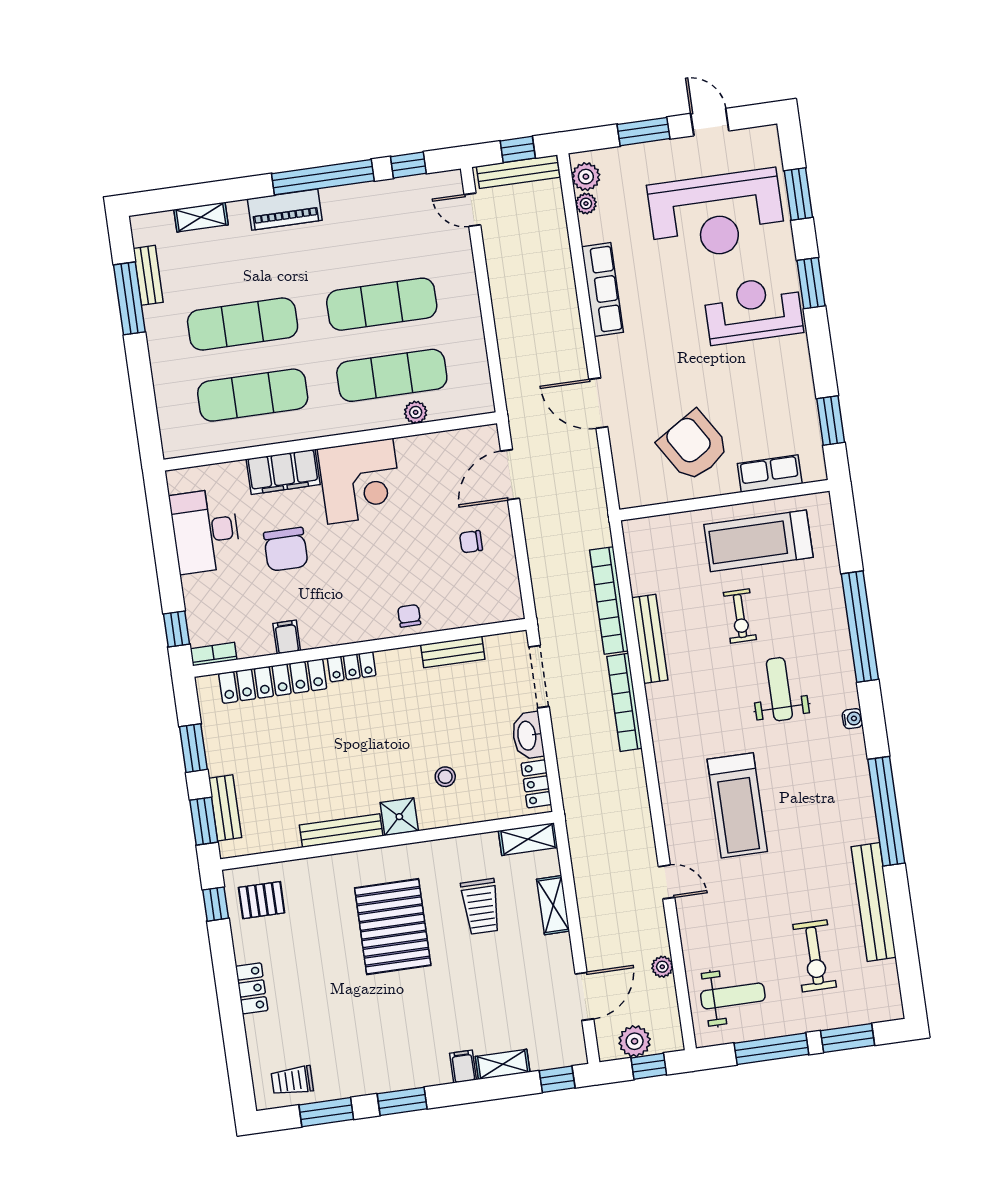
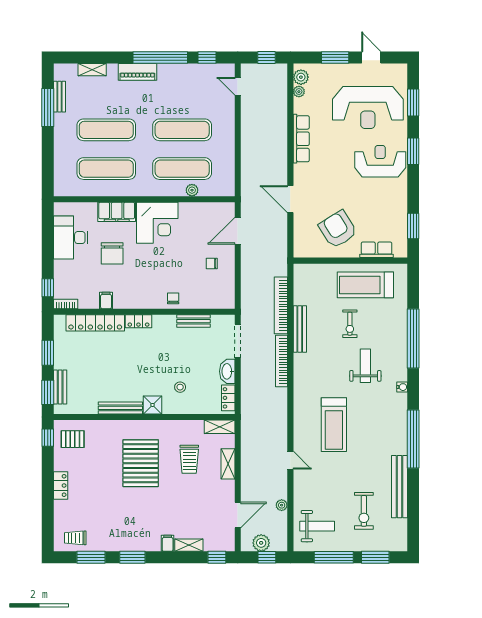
bench: (518, 172) -> (265, 69), removed

